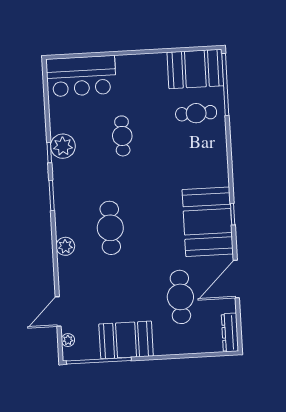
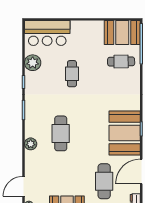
plant: (63, 146) -> (33, 63), moved

